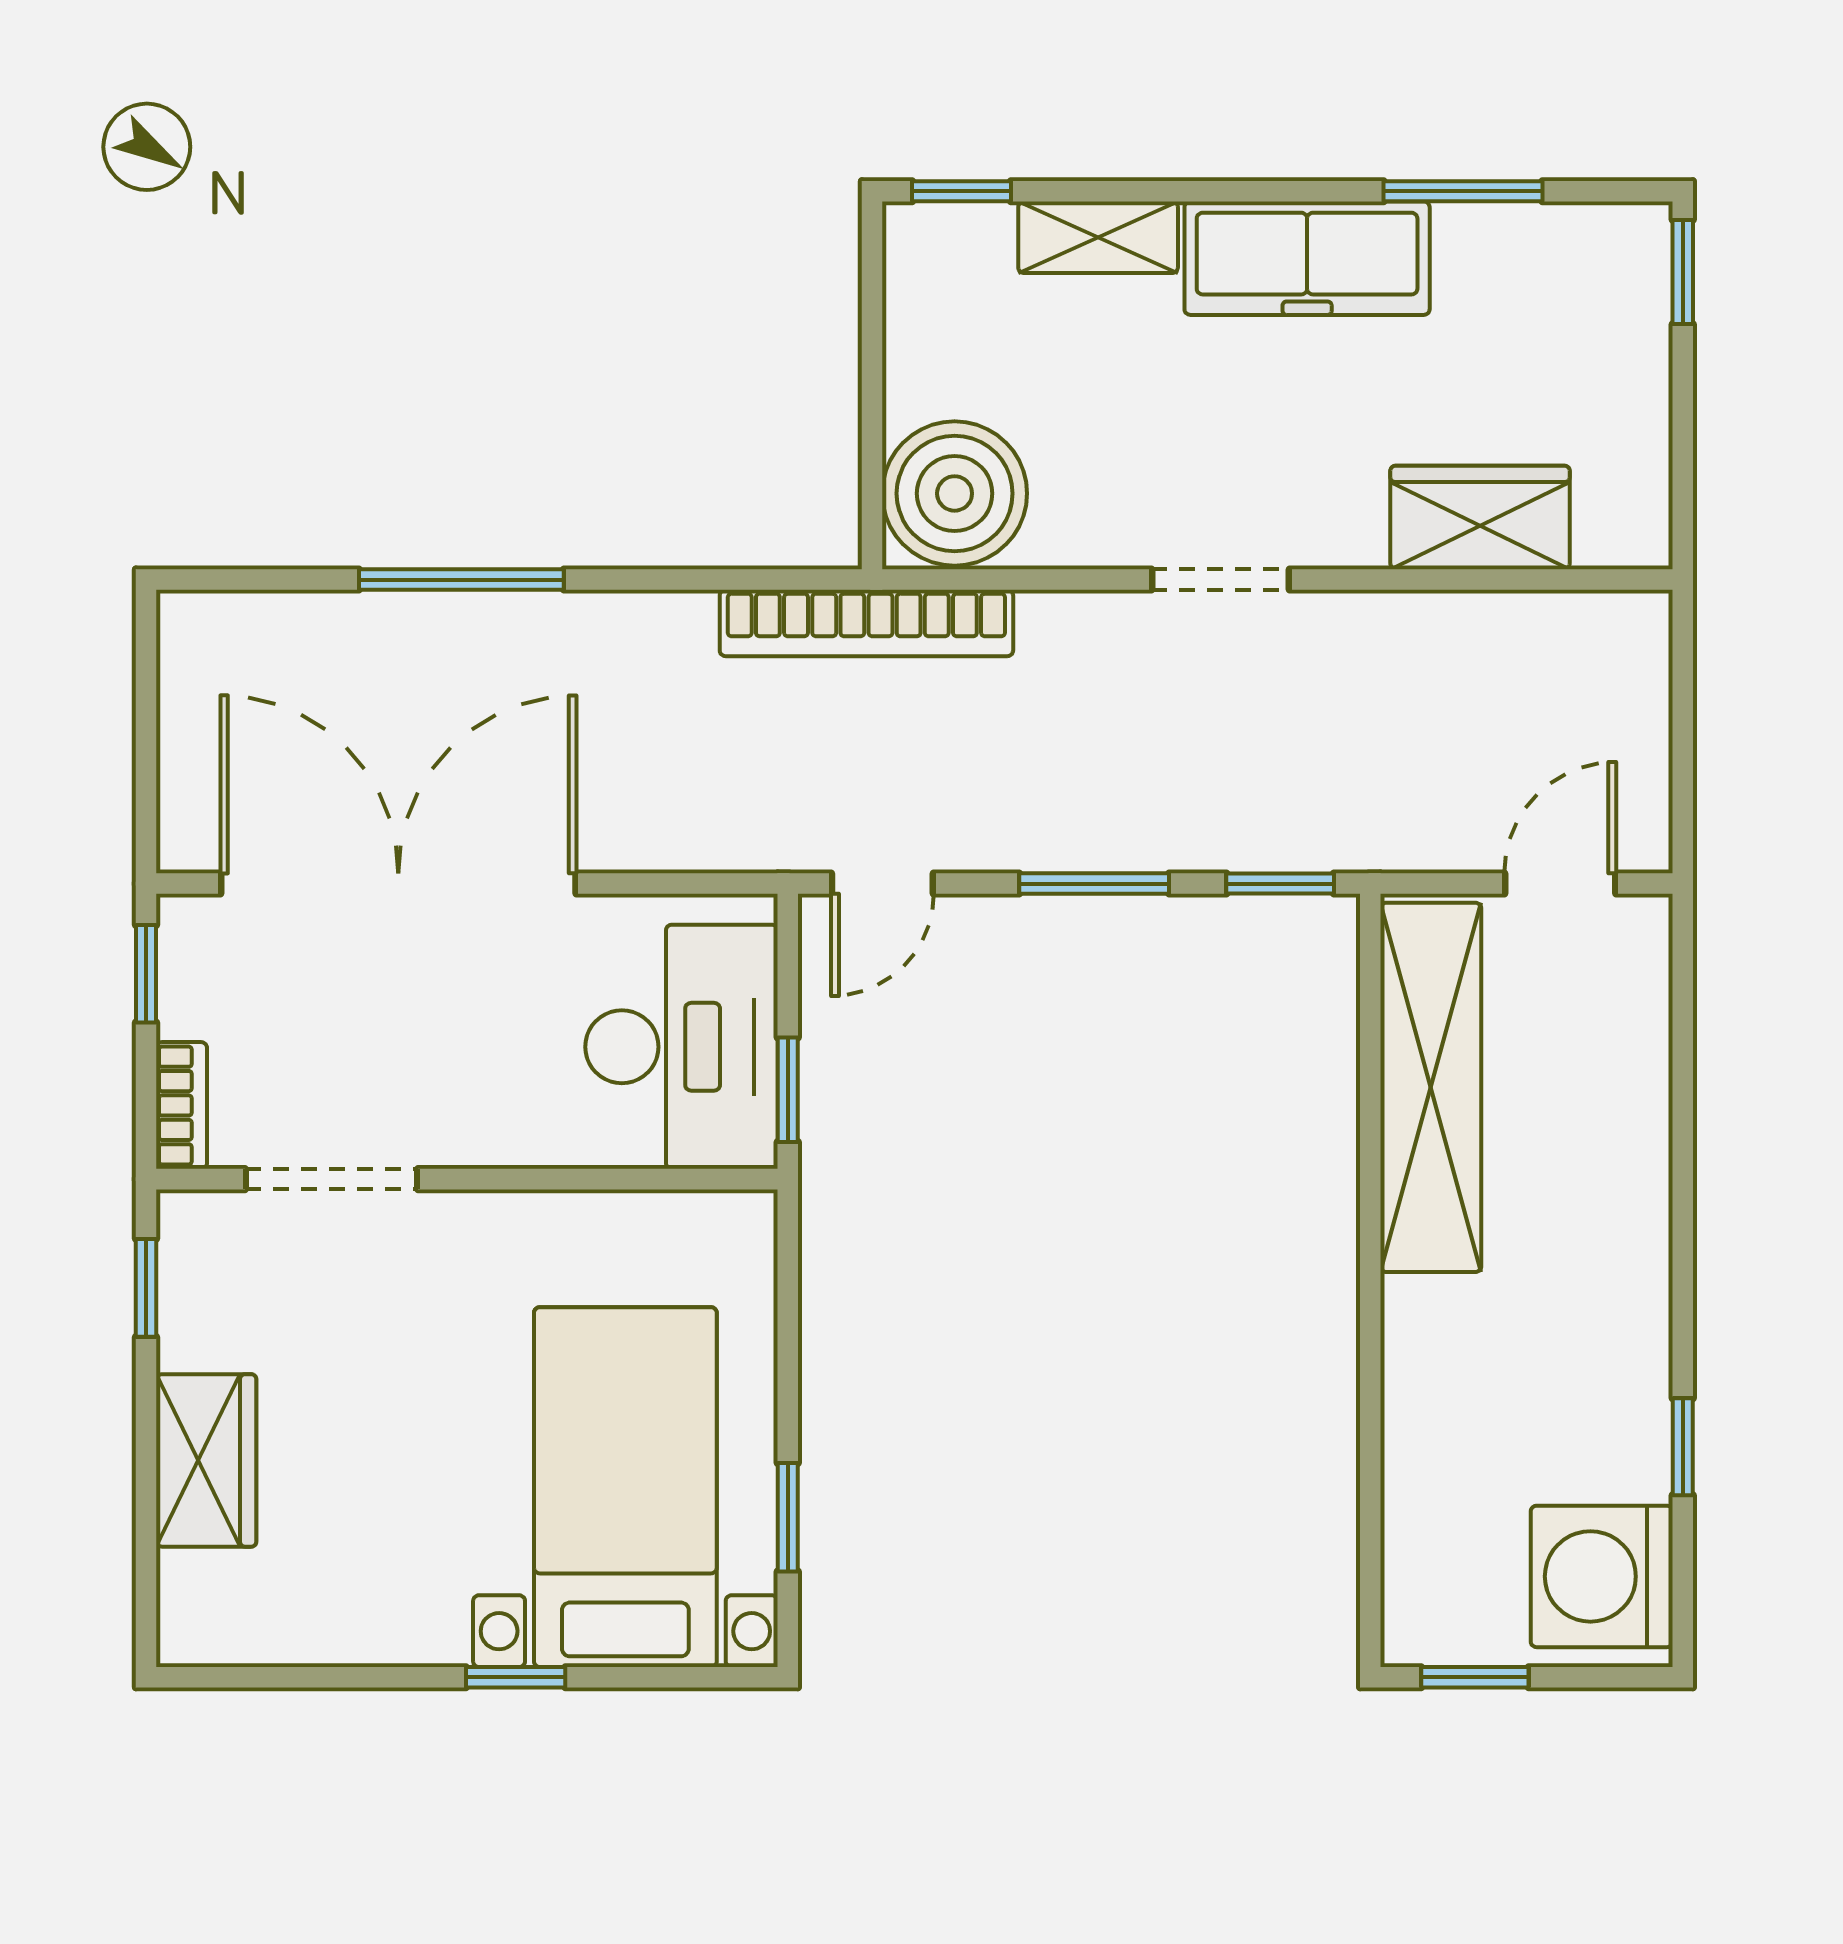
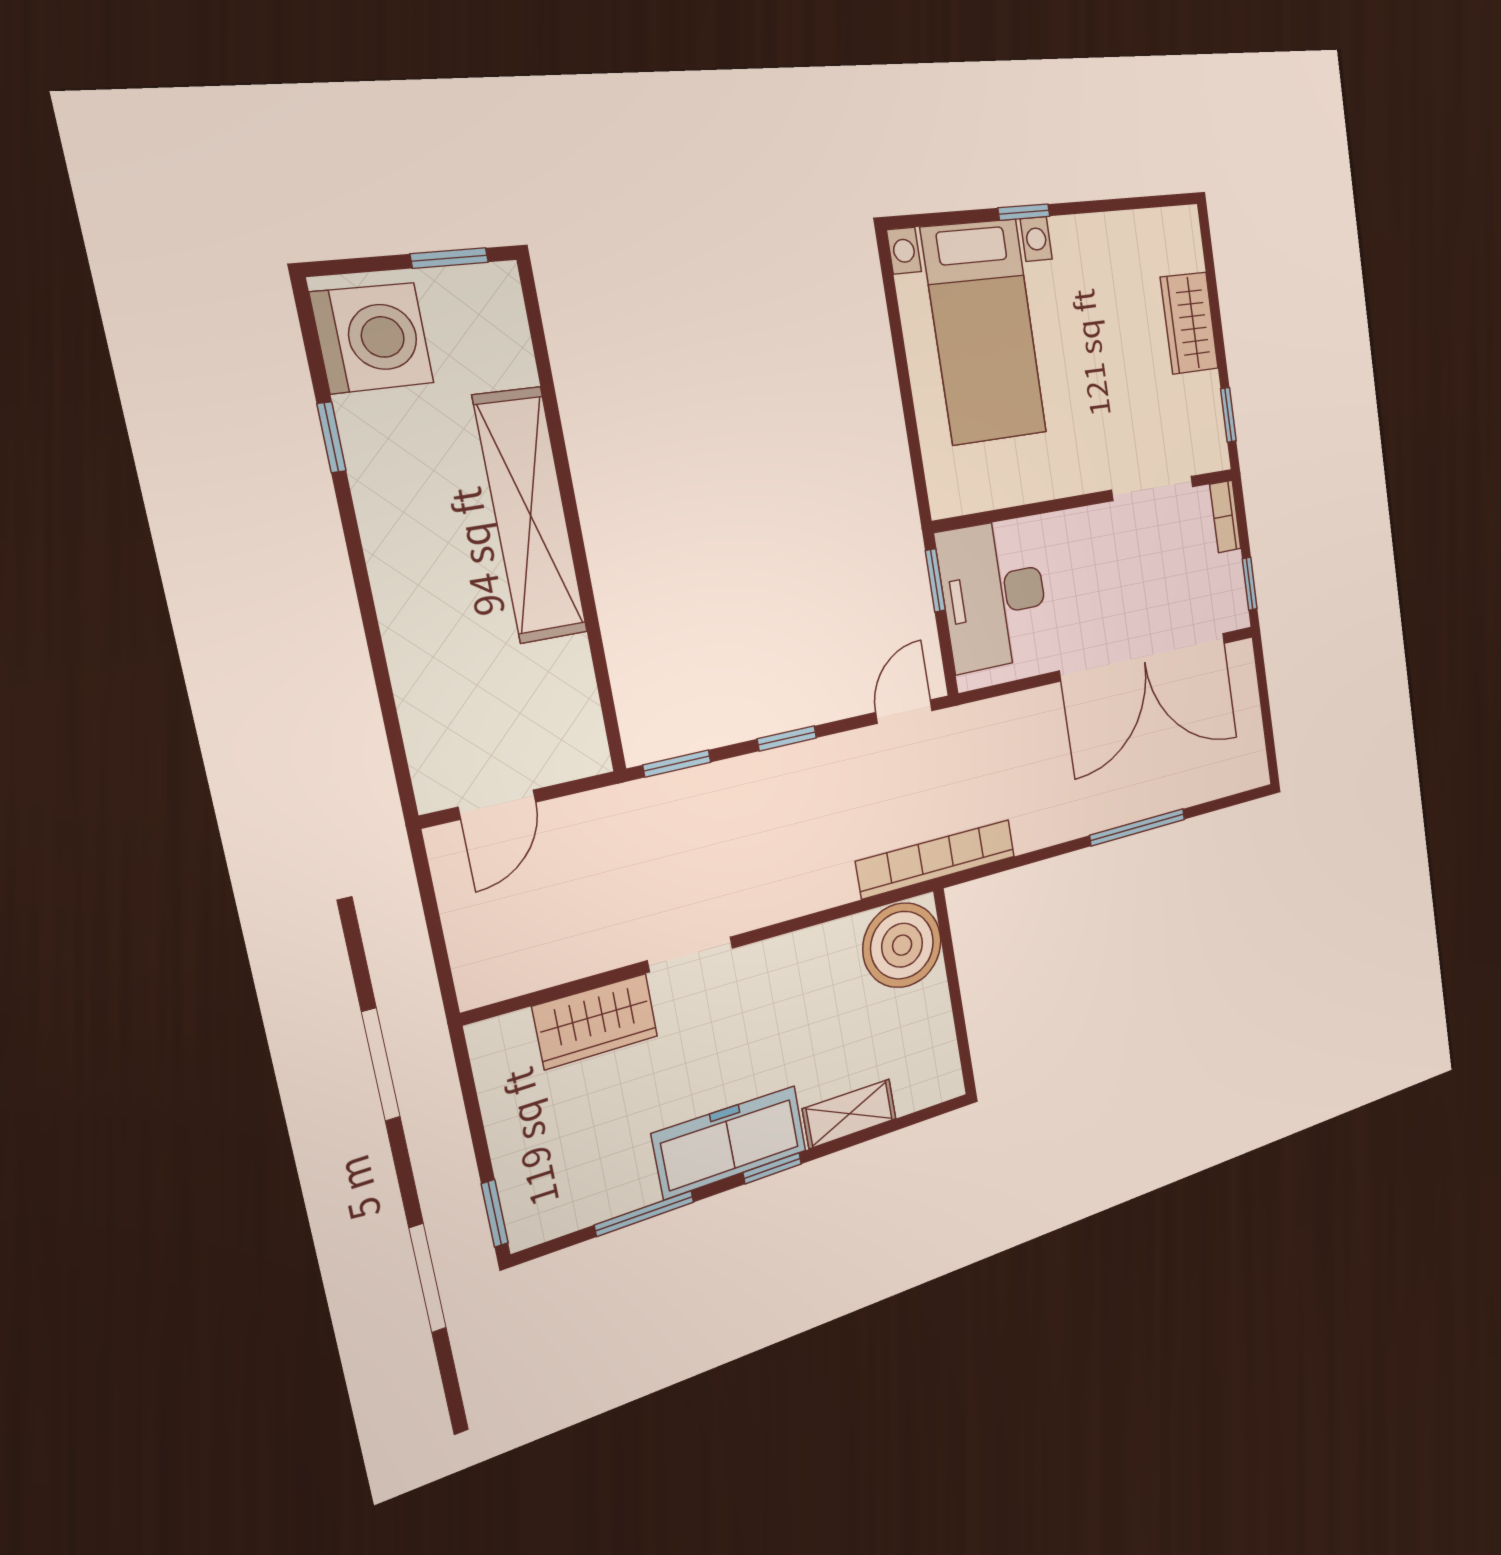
window: (961, 191) -> (772, 1168), moved
doorway: (1220, 580) -> (690, 954), moved
window: (1094, 884) -> (787, 738), width x0.67
shelving: (1431, 1087) -> (530, 515), moved
window: (788, 1517) -> (895, 323), removed

